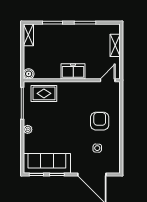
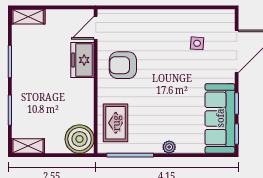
shelving: (115, 45) -> (28, 17), moved
freezer: (73, 71) -> (82, 60), moved
boiler: (29, 74) -> (80, 139), width x1.86, depth x1.86
door: (108, 80) -> (96, 28), hinge flipped
armchair: (100, 121) -> (123, 65), moved

